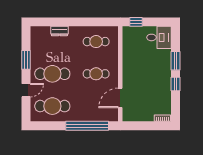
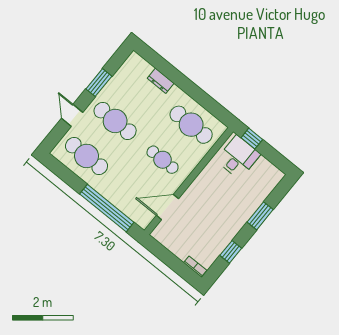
desk: (159, 37) -> (238, 157), moved, turned -90
cafe table: (96, 42) -> (191, 125), width x1.37, depth x1.35
window: (175, 84) -> (231, 252), moved
door: (26, 90) -> (72, 115), swing flipped

